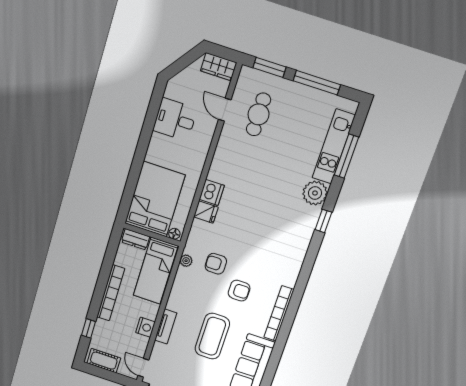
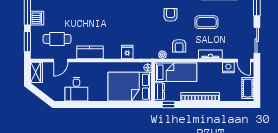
kitchen counter: (223, 158) -> (90, 52), added
dishwasher: (212, 192) -> (37, 18), moved, turned 90
armchair: (216, 264) -> (179, 46), moved
nightstand: (145, 327) -> (228, 67), moved
window: (89, 328) -> (168, 104), moved
coffee table: (212, 336) -> (206, 22), width x0.73, depth x0.76
door: (143, 368) -> (244, 60), hinge flipped

